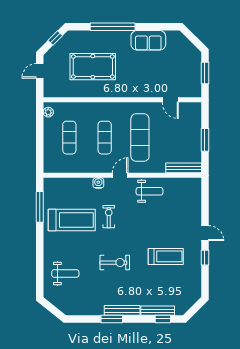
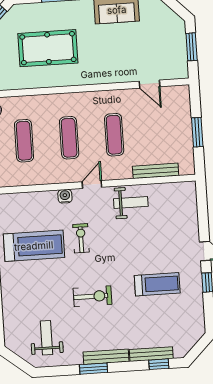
exercise mat: (140, 138) -> (114, 135), width x0.73, depth x0.69
bench: (184, 168) -> (156, 171), moved
weight bench: (65, 273) -> (47, 338), moved, turned -90

